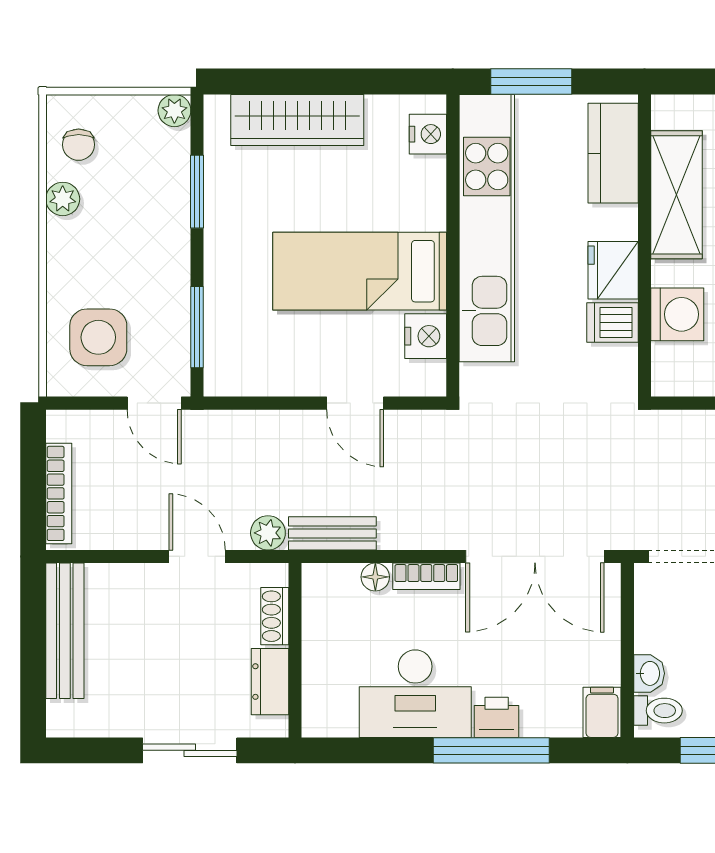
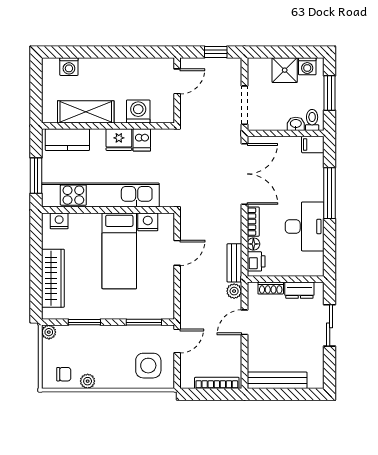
printer: (497, 717) -> (256, 261), moved, turned 180

